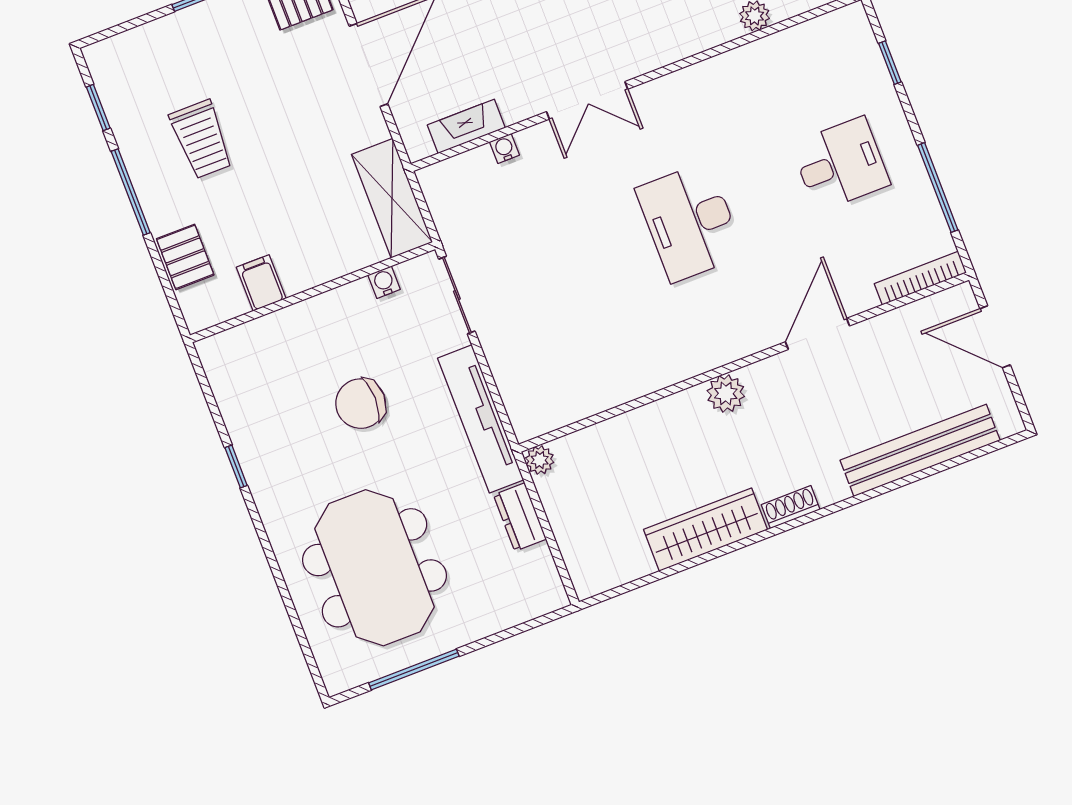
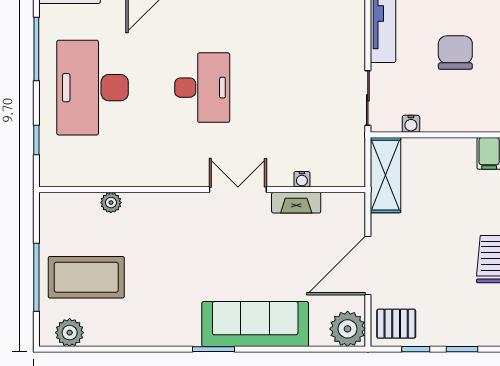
fireplace: (466, 126) -> (296, 203), moved
desk: (840, 164) -> (93, 88), width x1.87, depth x1.30
chair: (361, 404) -> (455, 53), turned -90

